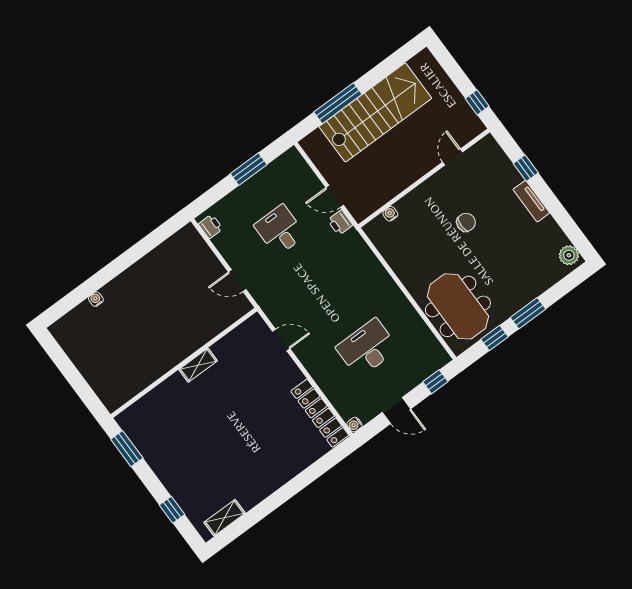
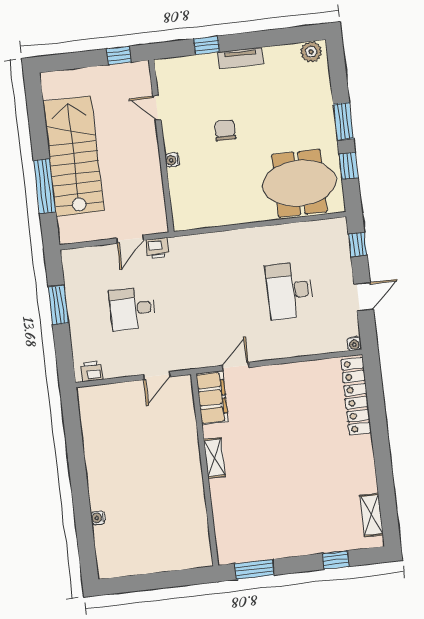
water cooler: (390, 214) -> (172, 160), moved
filing cabinet: (245, 336) -> (212, 398), added
locker: (320, 413) -> (356, 396), moved, turned 90

